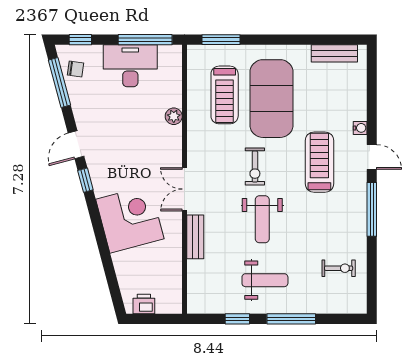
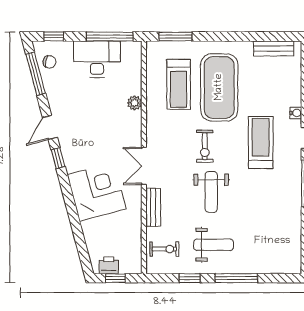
exercise bike: (339, 268) -> (164, 249), moved
window: (152, 319) -> (115, 278), added

